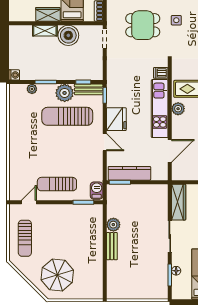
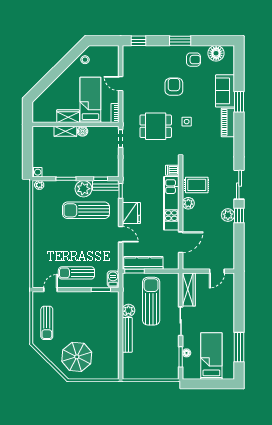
boiler: (68, 35) -> (83, 131), width x0.54, depth x0.54
plant: (32, 89) -> (39, 185), moved
sun lounger: (138, 215) -> (151, 301), added
bench: (112, 246) -> (127, 335), width x1.36

